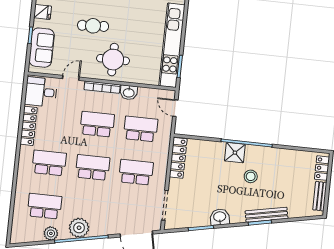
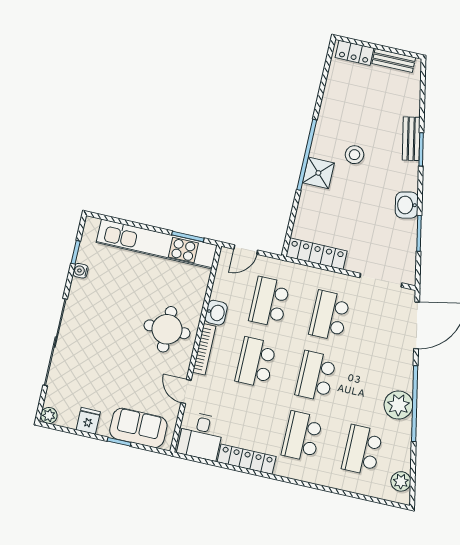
cafe table: (93, 26) -> (116, 352), removed
bench: (266, 215) -> (411, 139), width x0.73
plant: (51, 233) -> (401, 481), moved

